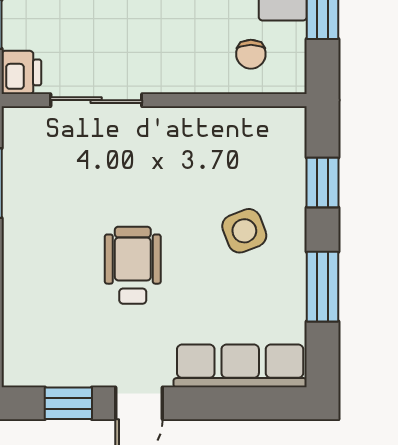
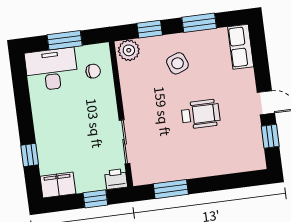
plant: (284, 134) -> (129, 50), added
wheelchair: (133, 265) -> (201, 114), turned 180
row of seats: (240, 366) -> (241, 47), width x0.68

